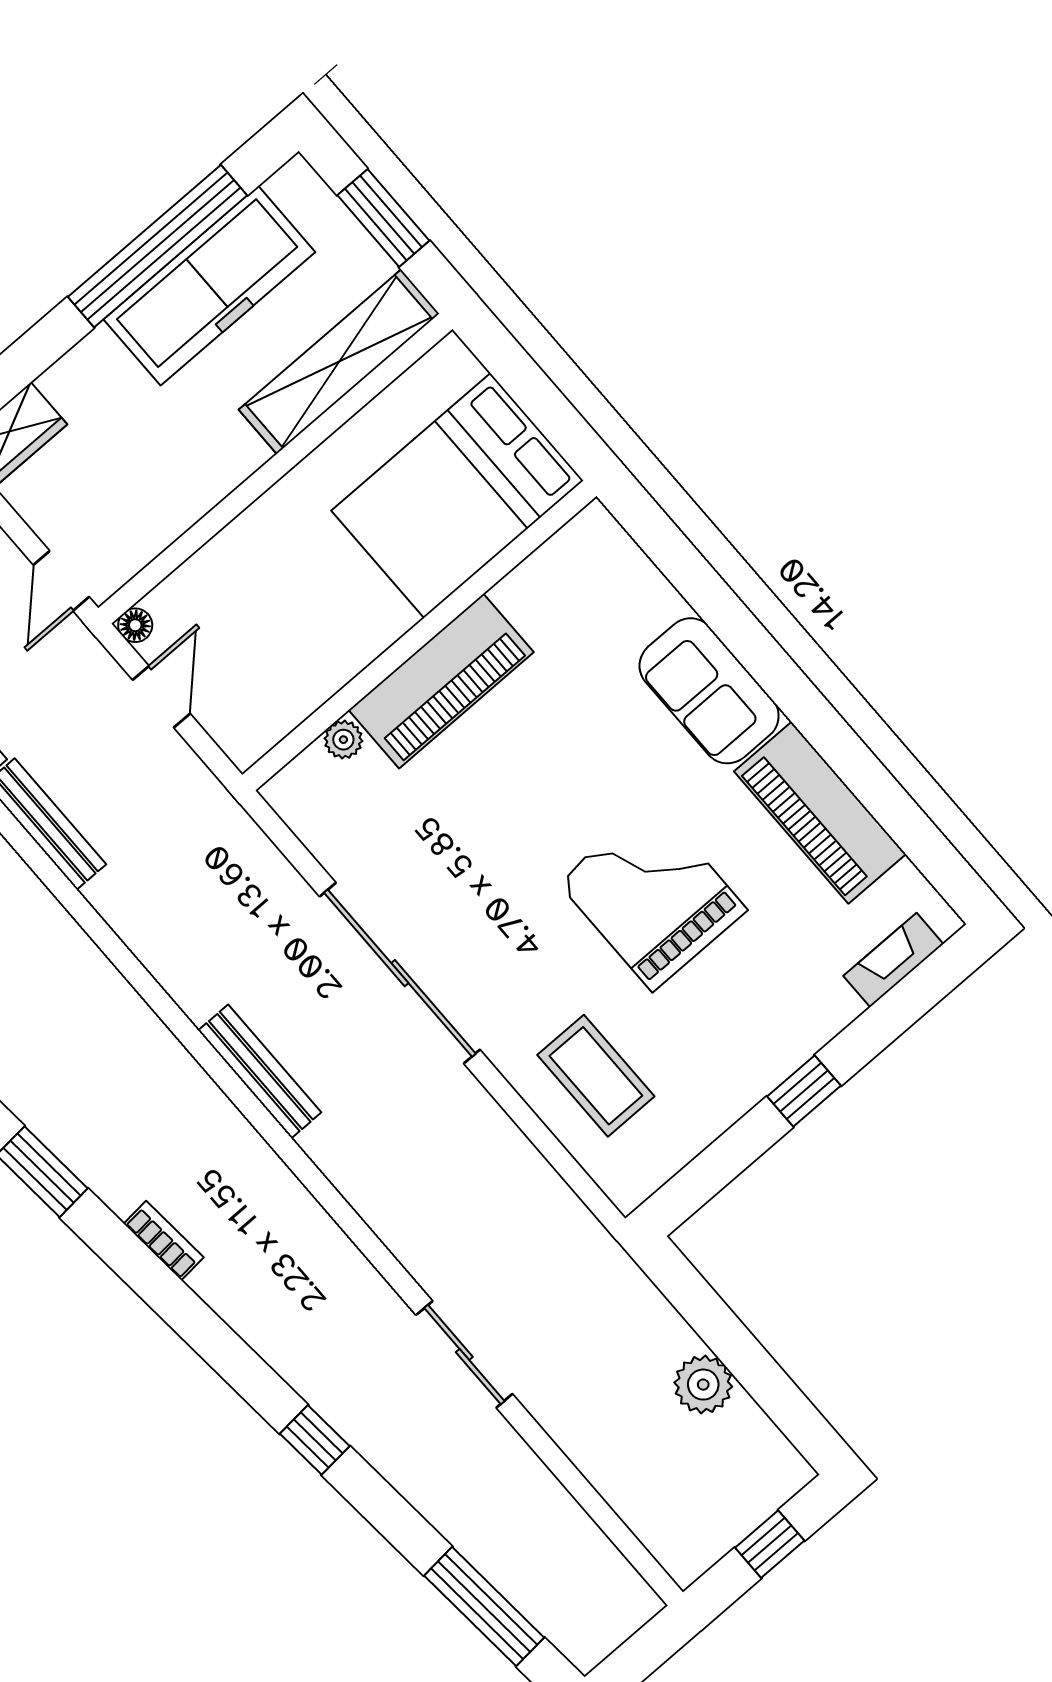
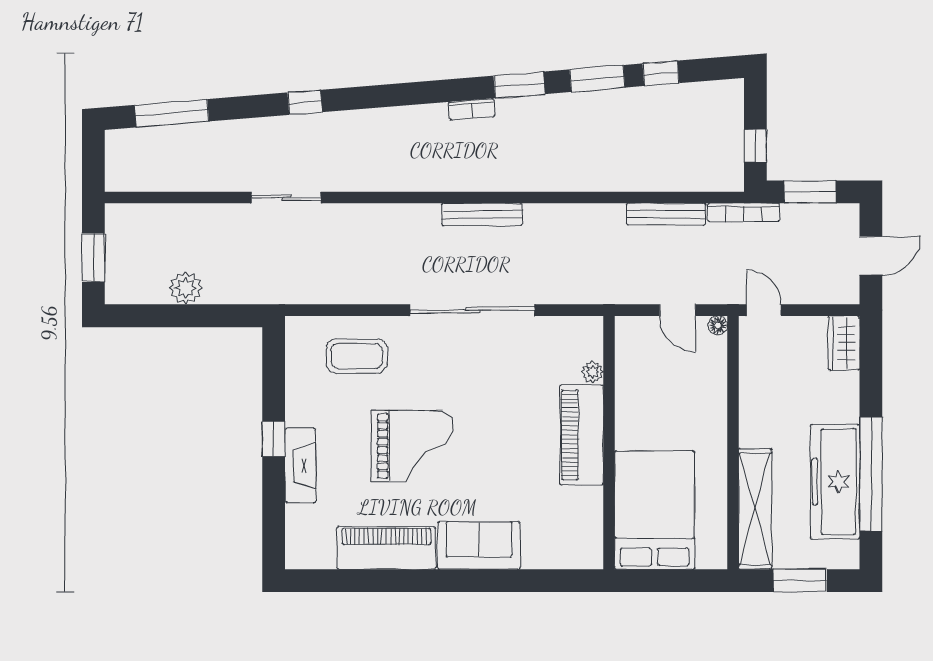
fireplace: (893, 960) -> (300, 465), moved, width x1.37, depth x1.32
bookcase: (164, 1241) -> (472, 109), moved
window: (770, 1544) -> (93, 258), width x1.50

